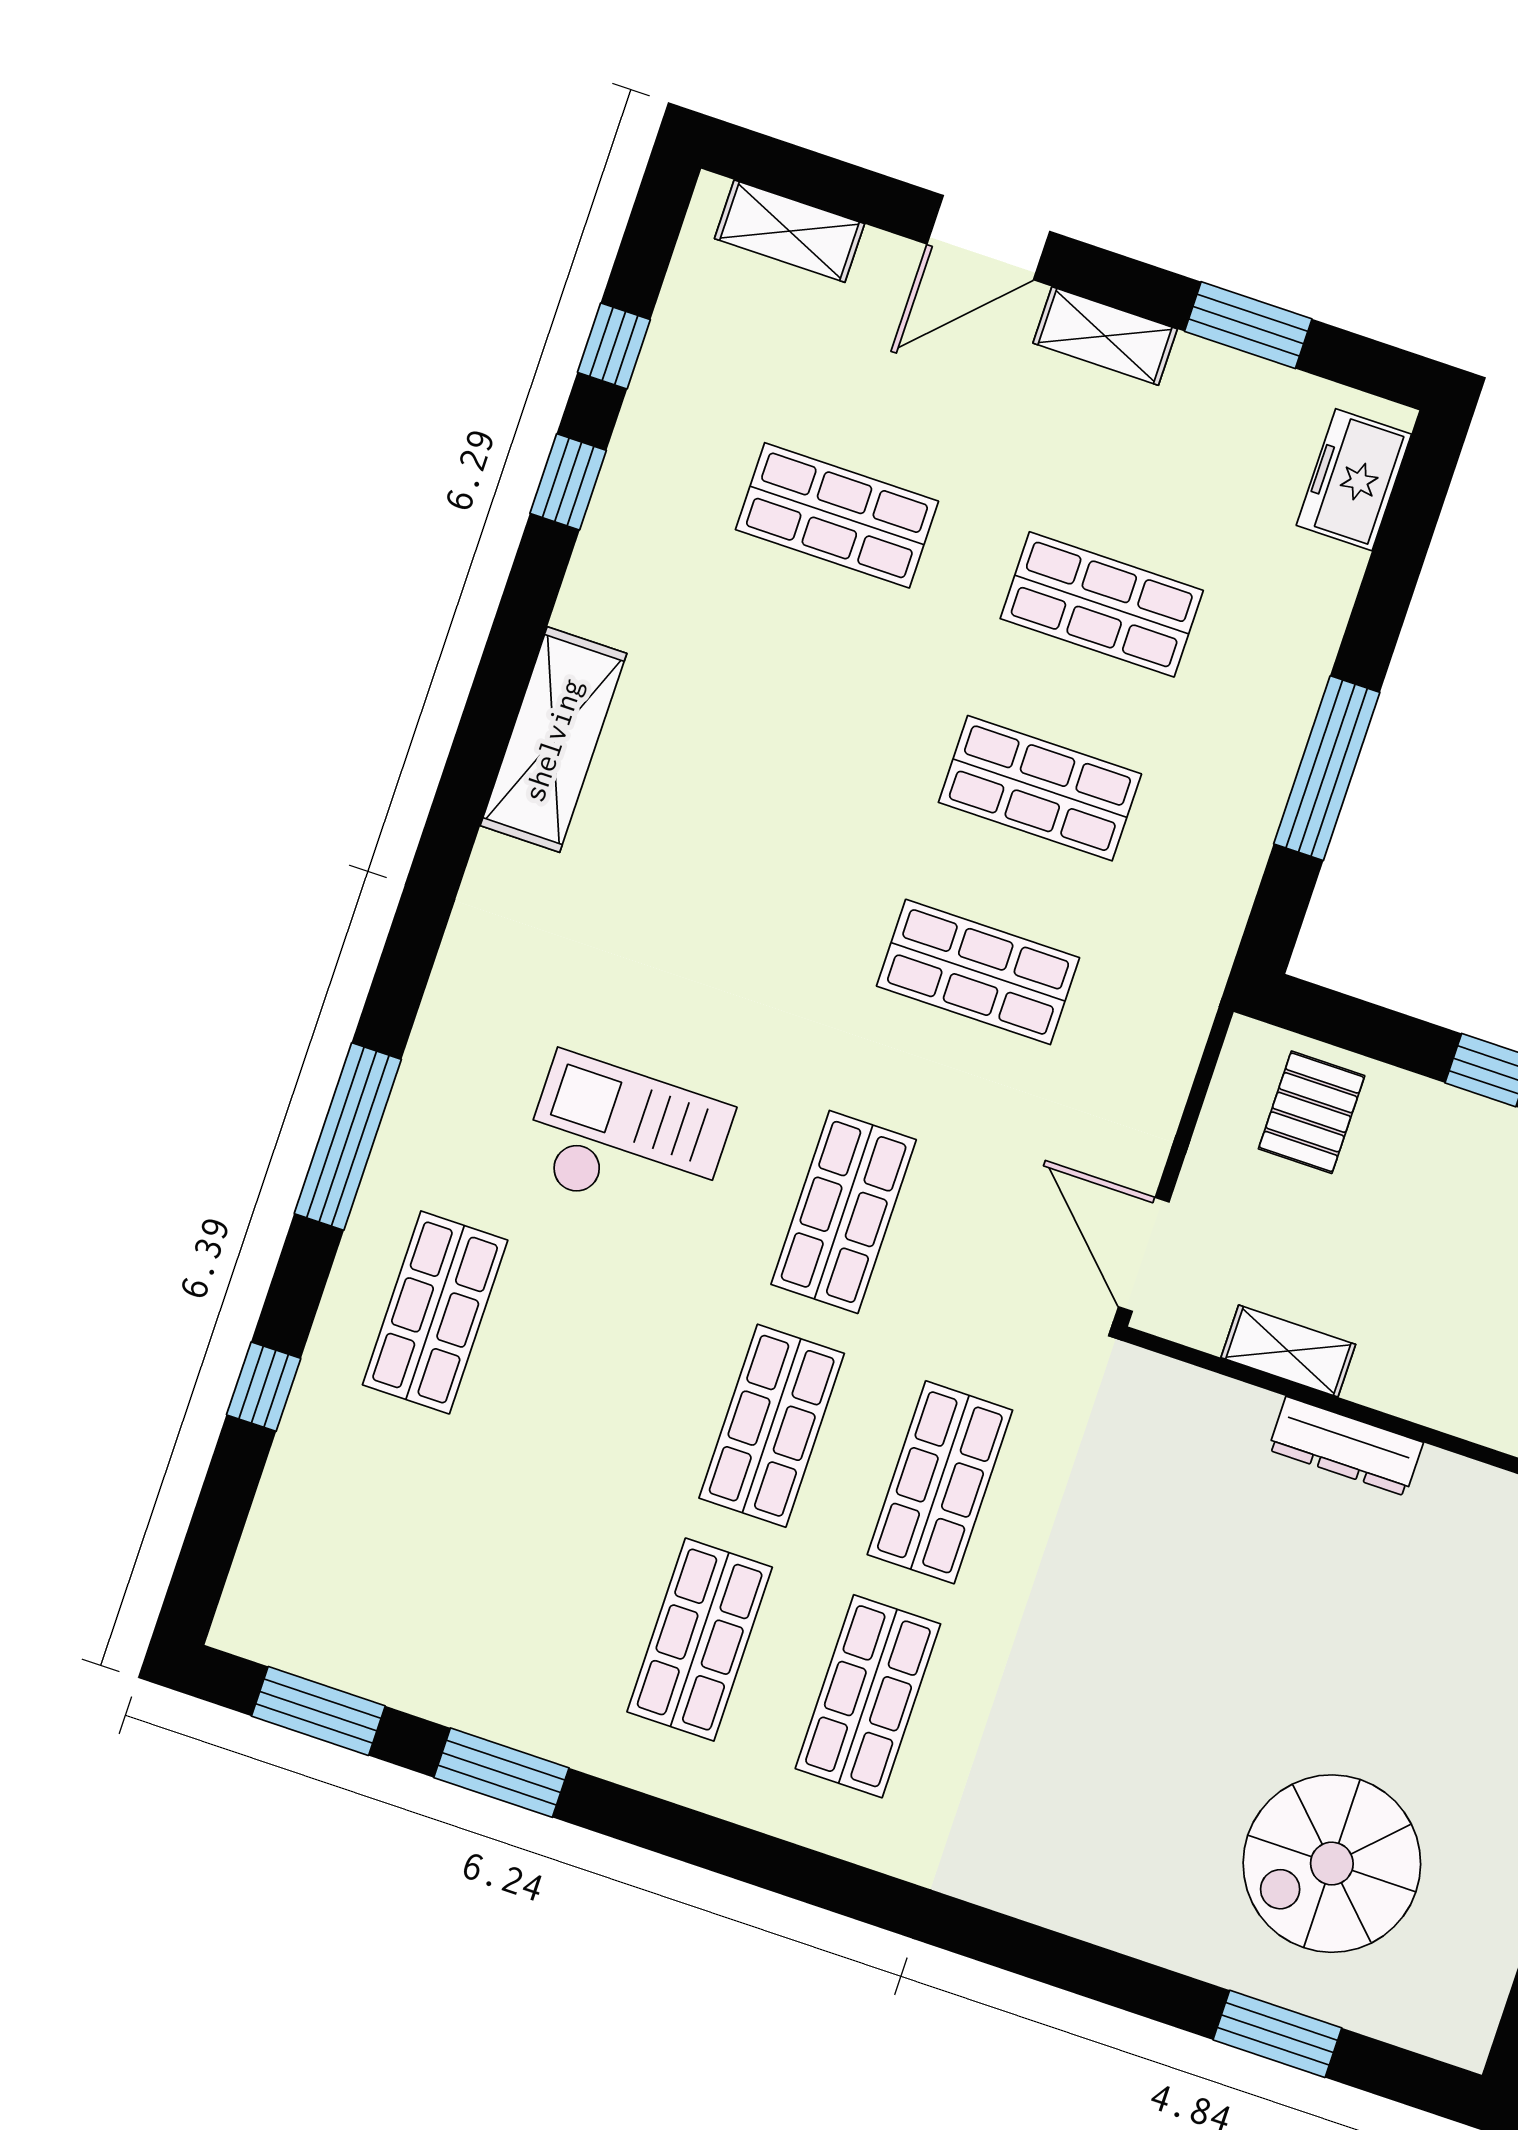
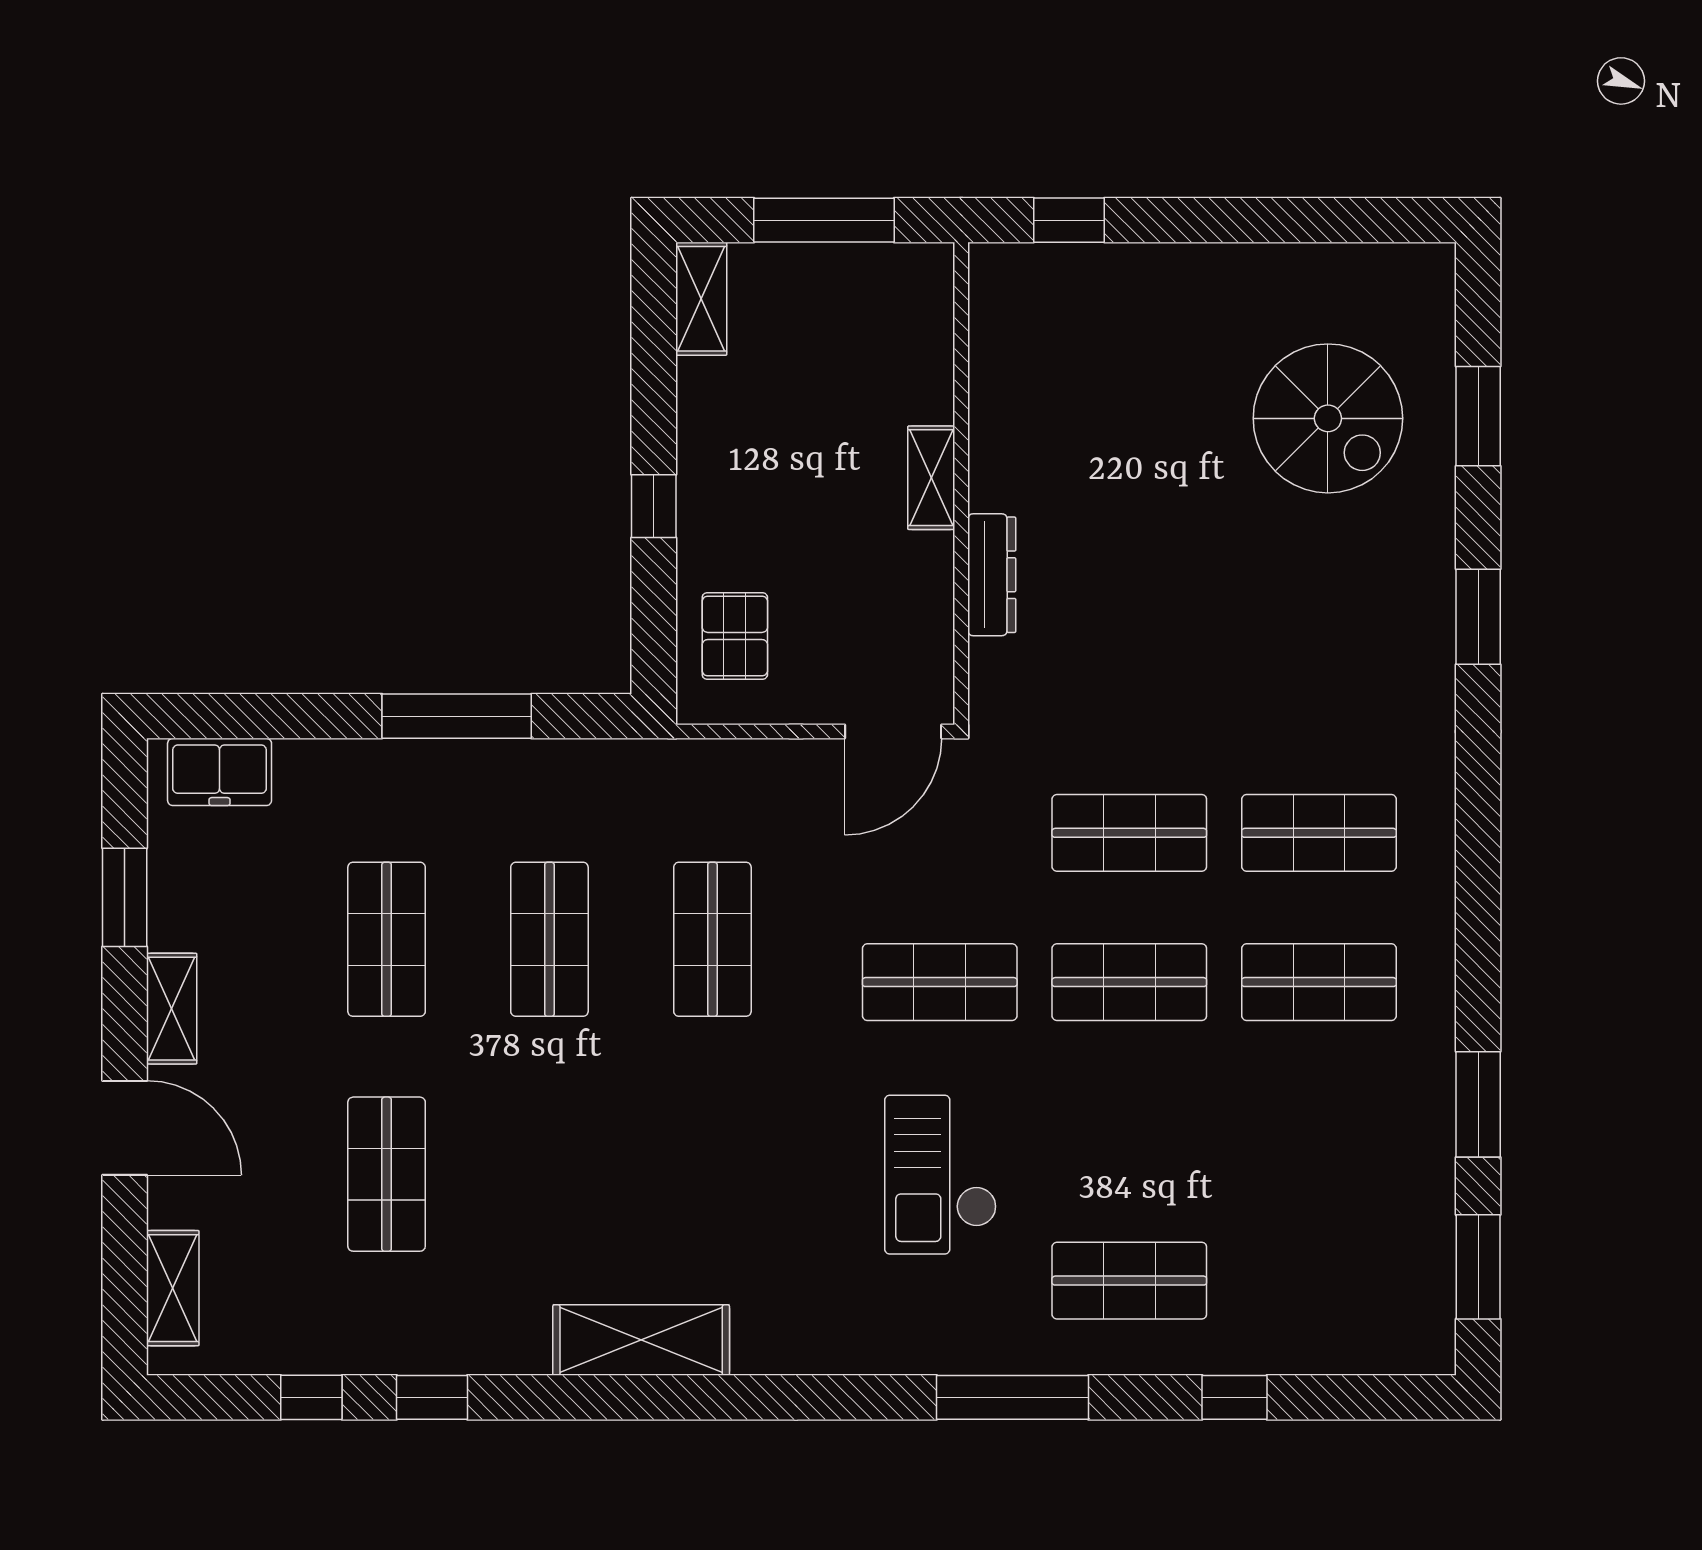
pallet: (1312, 1112) -> (735, 636), turned 90
shelving: (1288, 1351) -> (931, 478), moved
dresser: (1346, 1446) -> (992, 575), moved
window: (1051, 1958) -> (1478, 617), added

